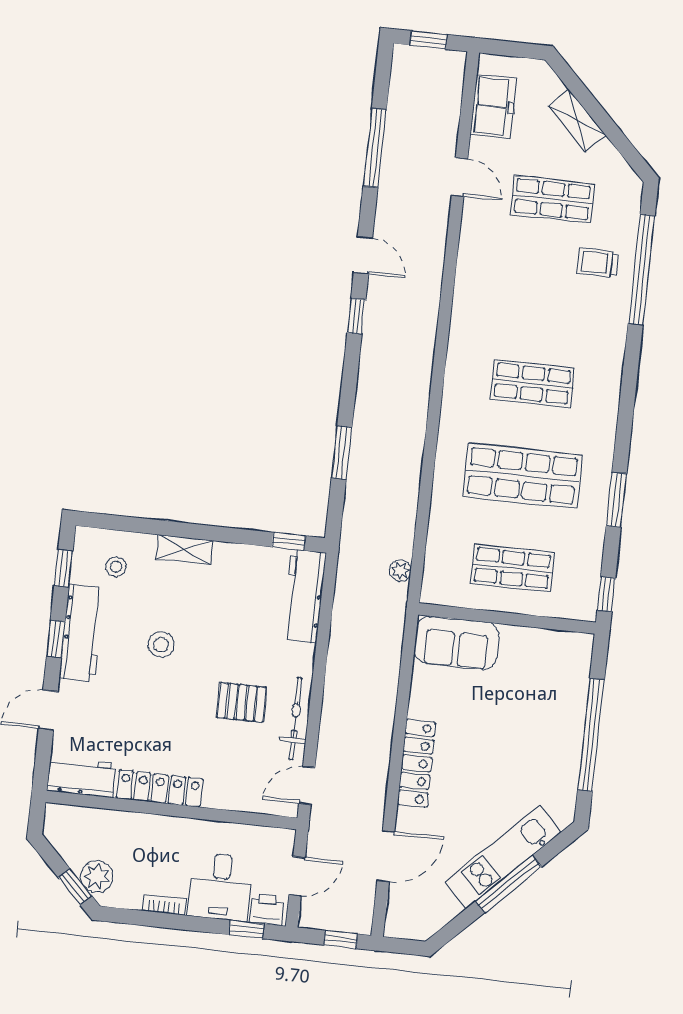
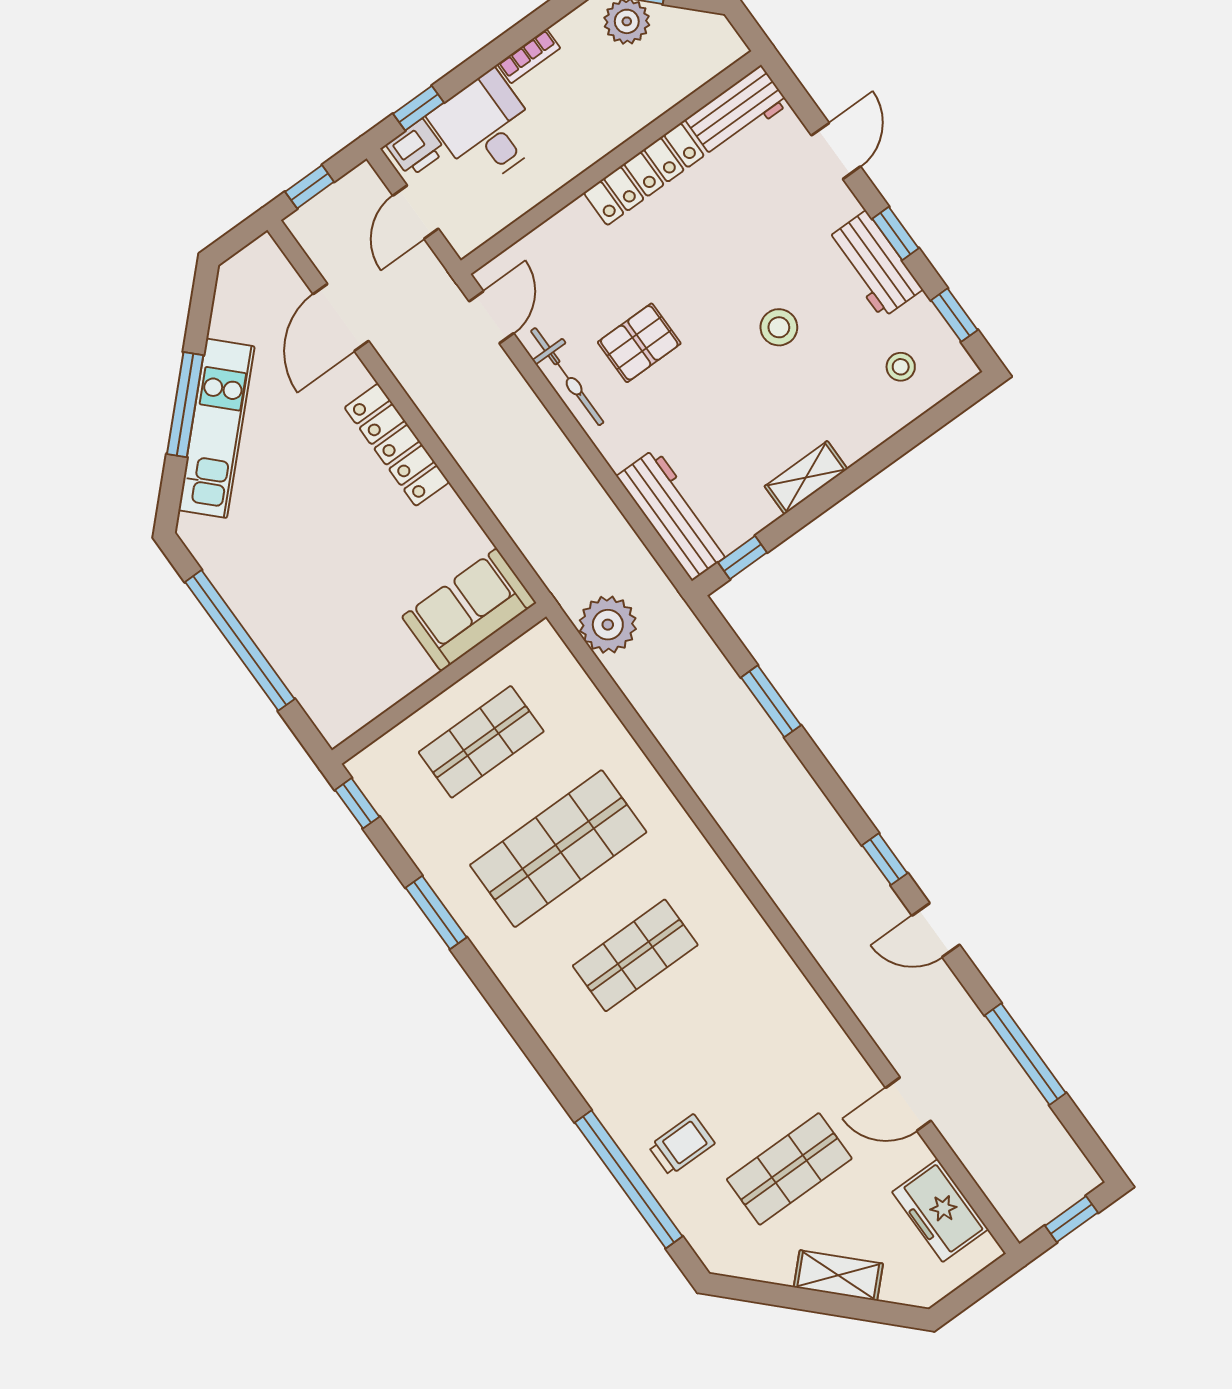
shelving: (185, 550) -> (806, 478), moved
plant: (400, 571) -> (608, 625), width x1.87, depth x1.87
workbench: (82, 633) -> (874, 264), width x0.73

